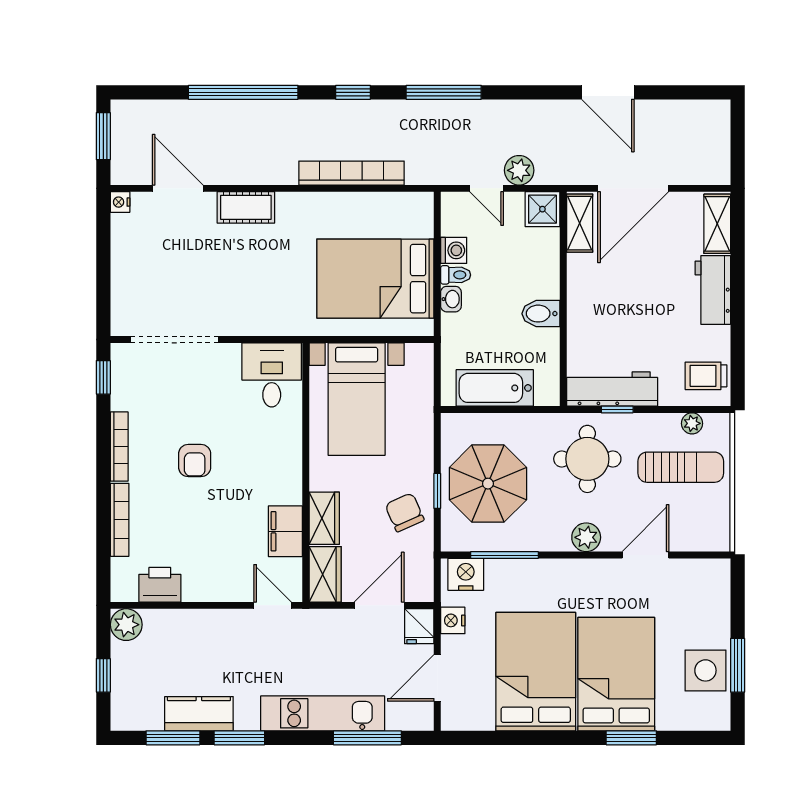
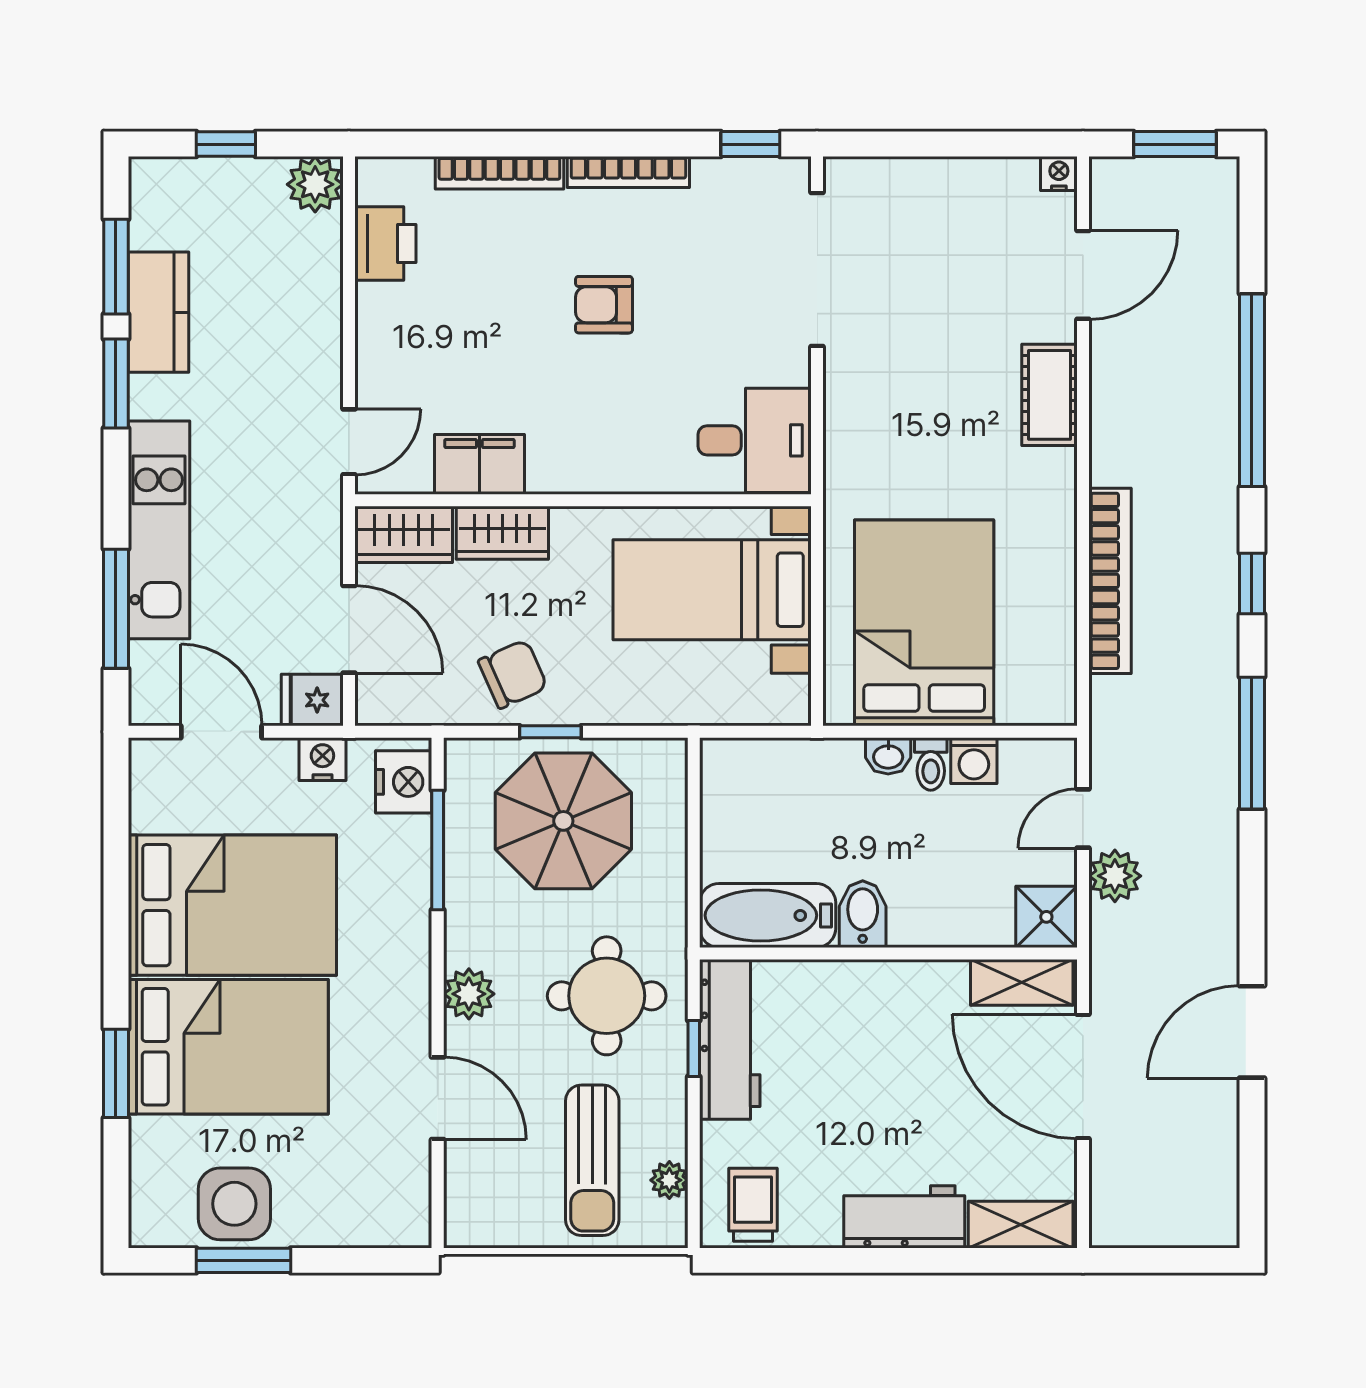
bathtub: (495, 388) -> (768, 915), moved, turned -90

